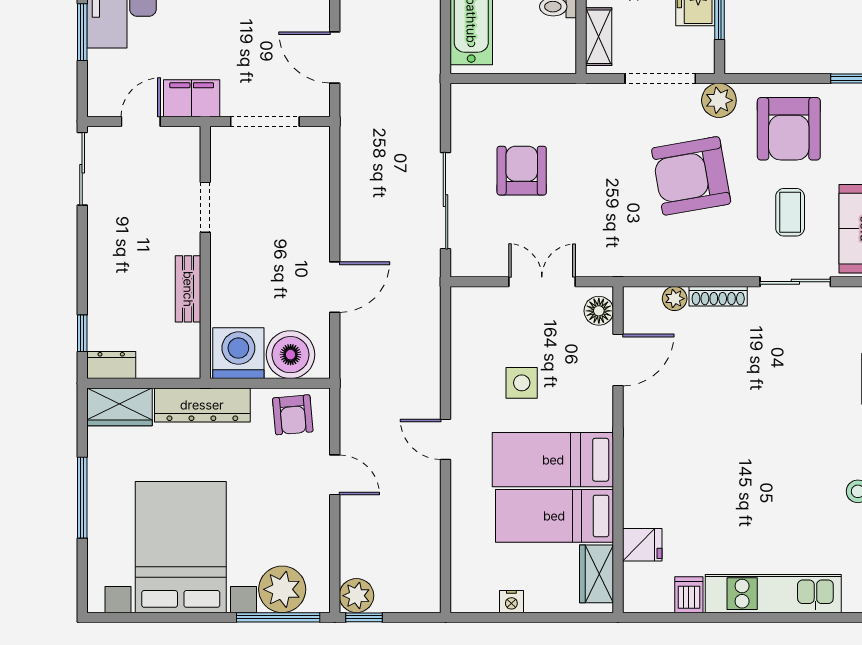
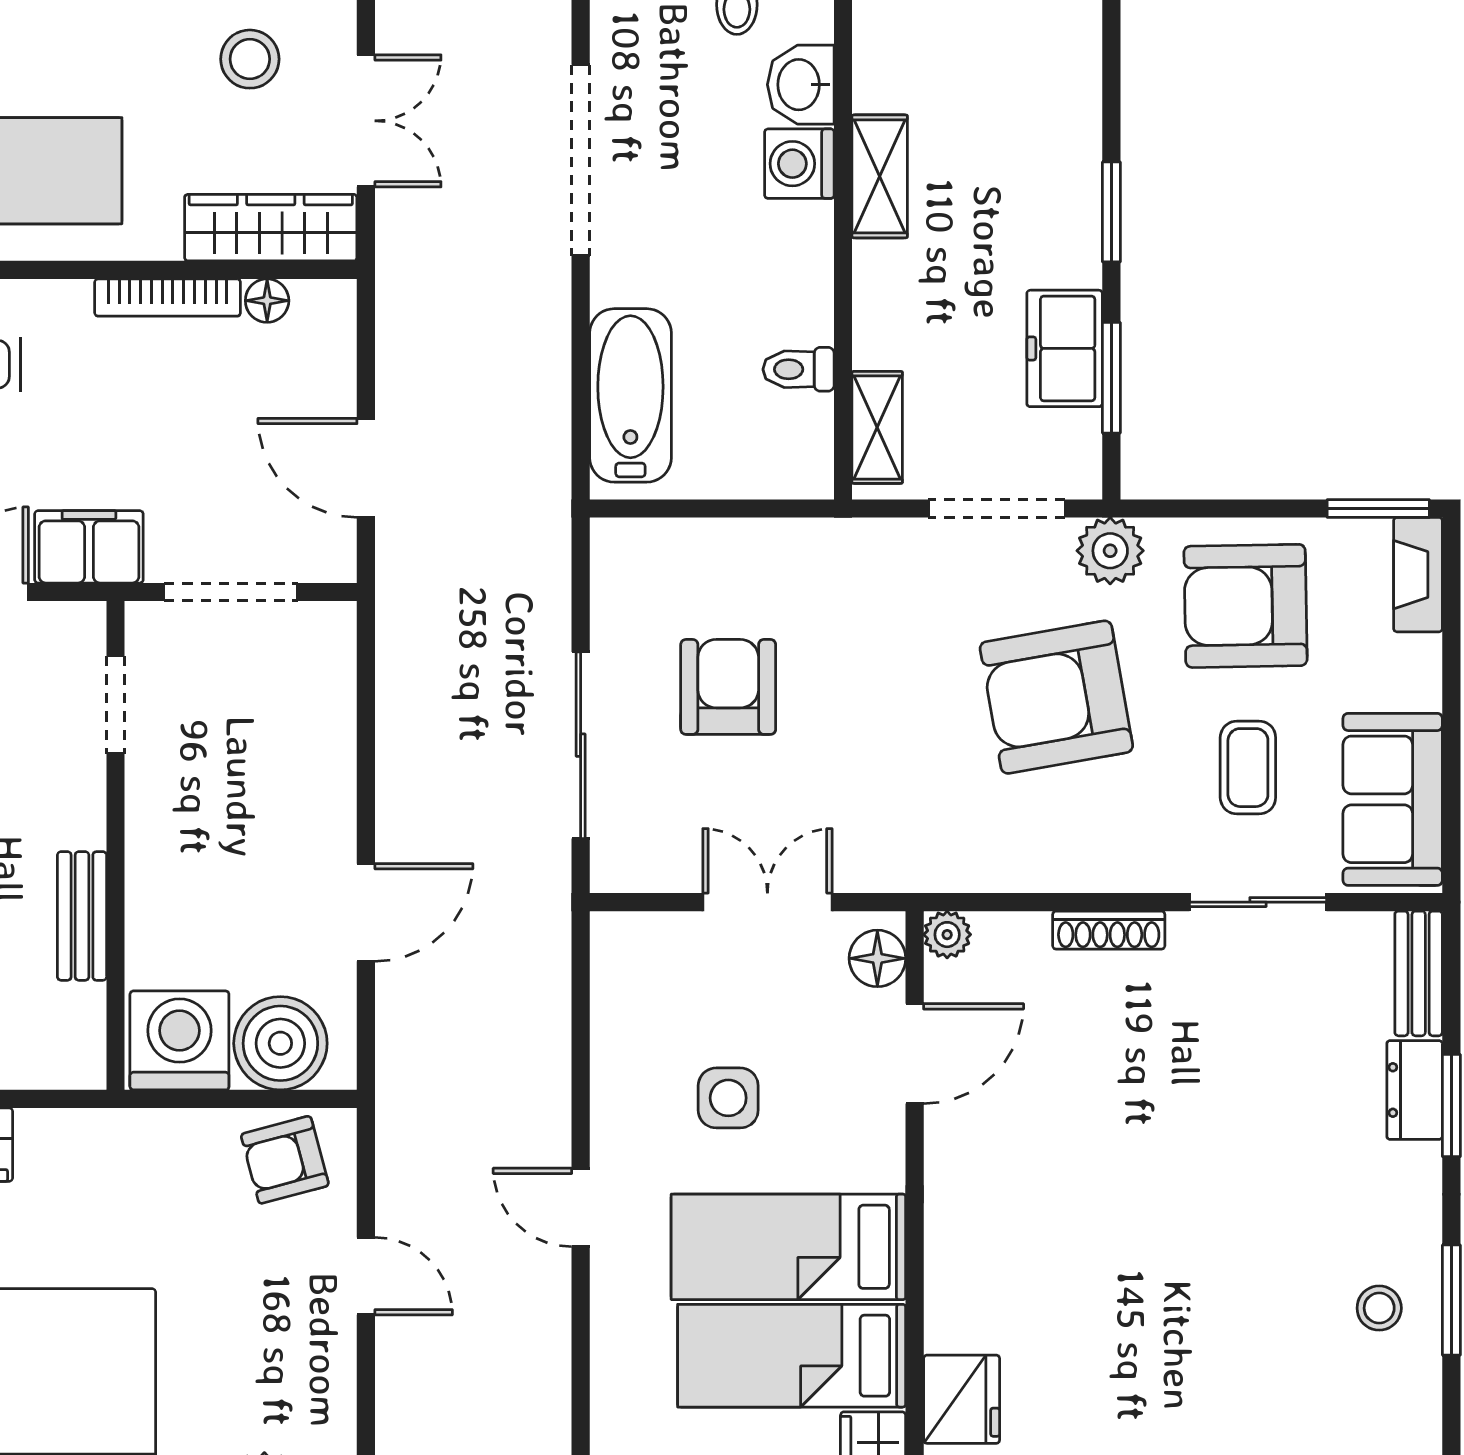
armchair: (789, 129) -> (1245, 606), turned 89
doorway: (205, 207) -> (115, 705), moved
plant: (675, 299) -> (947, 935), moved
dresser: (202, 405) -> (110, 1141), removed
armchair: (293, 415) -> (285, 1160), turned 80
fridge: (642, 545) -> (962, 1399), width x1.38

